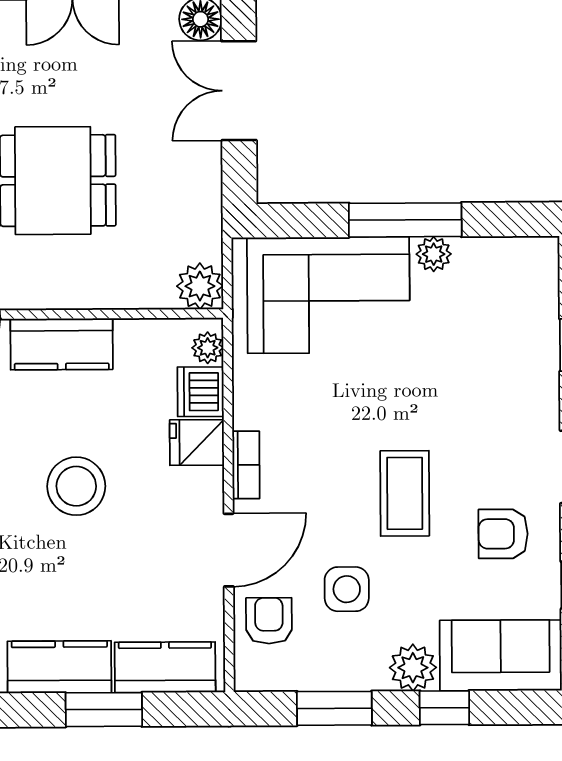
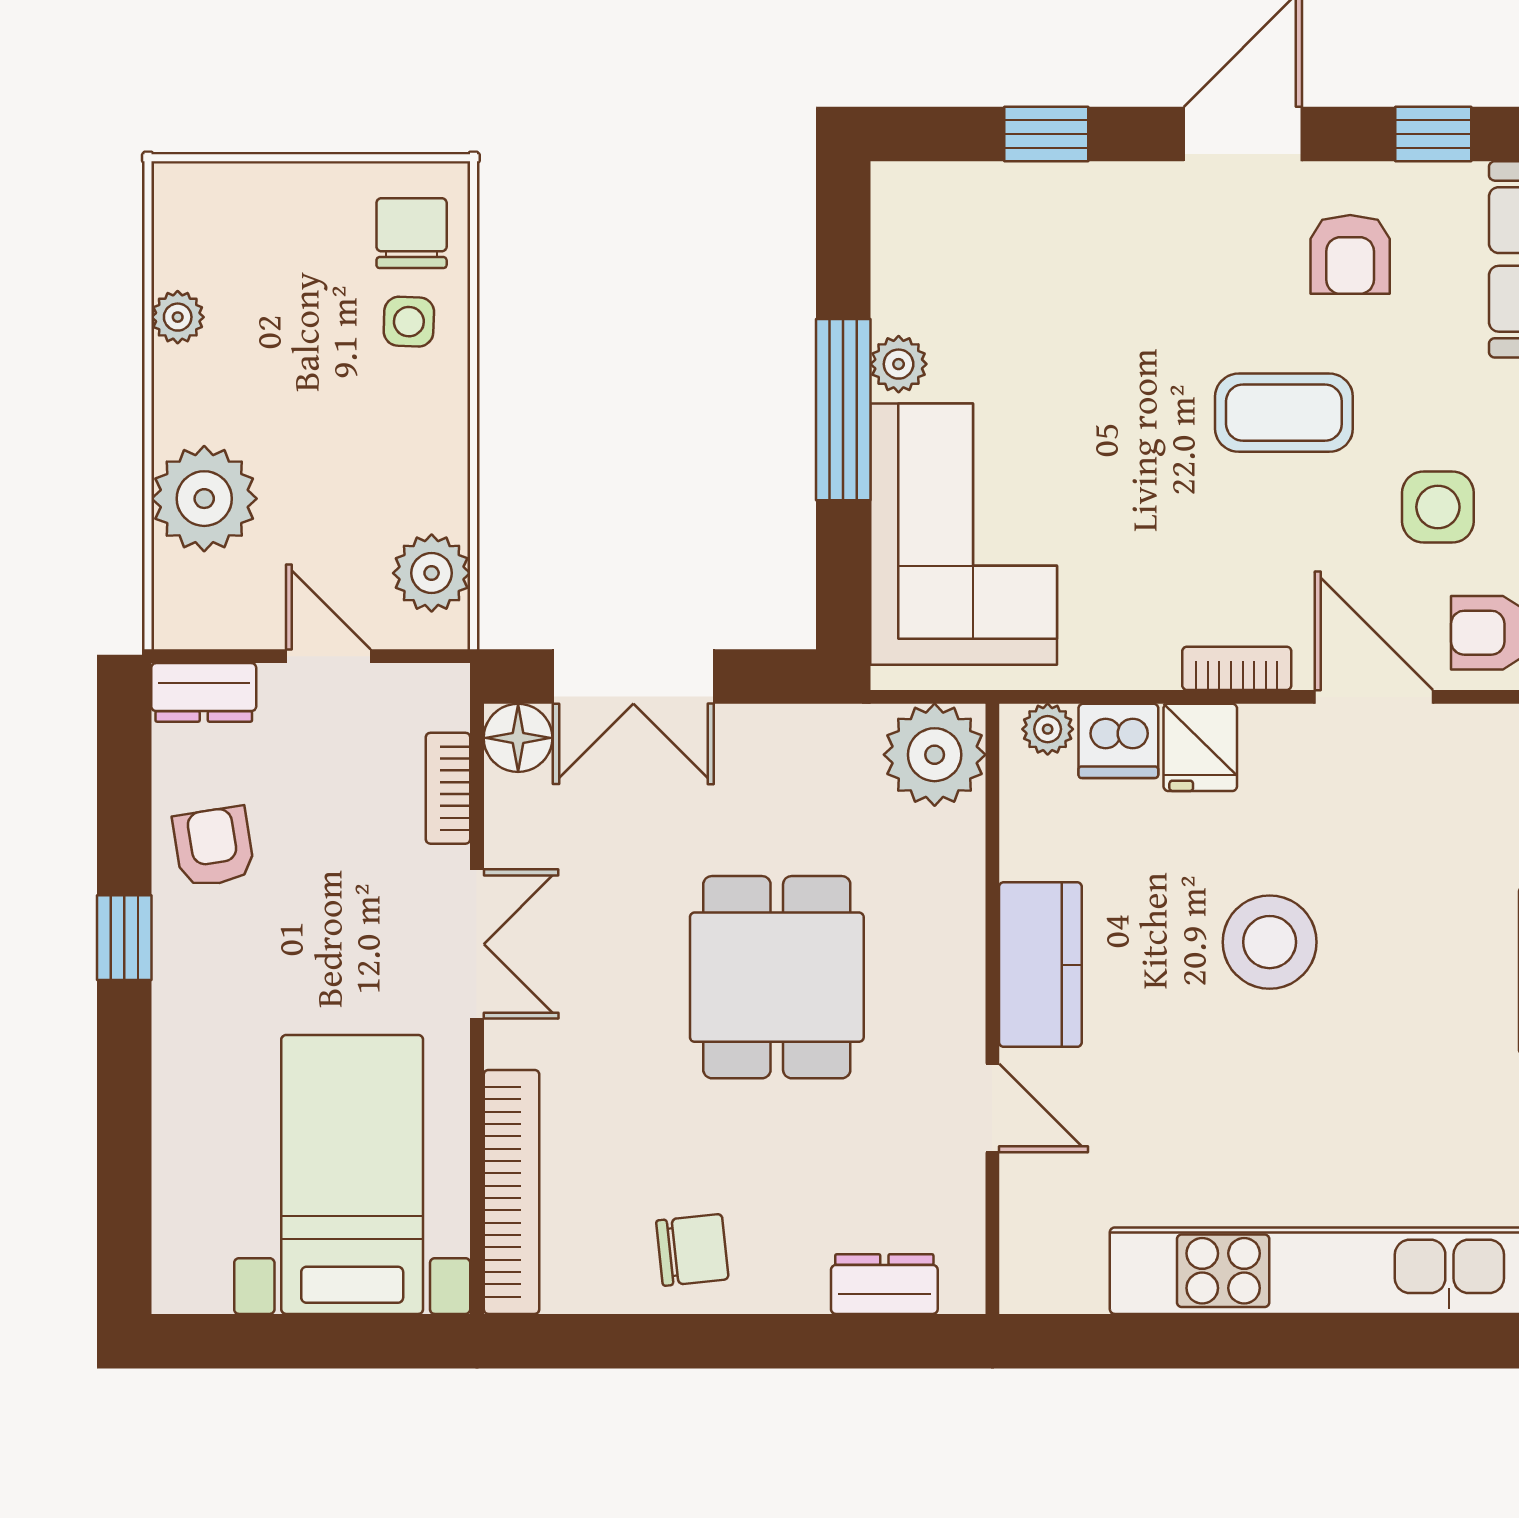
plant: (200, 286) -> (935, 755), width x1.36, depth x1.36

